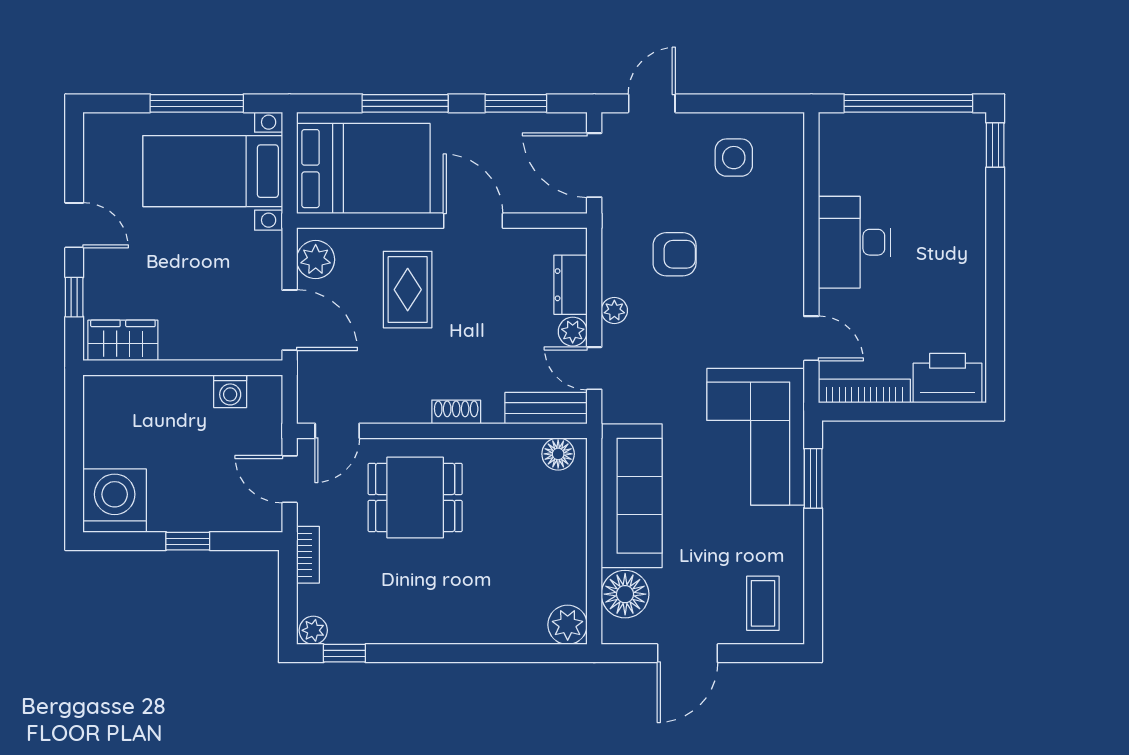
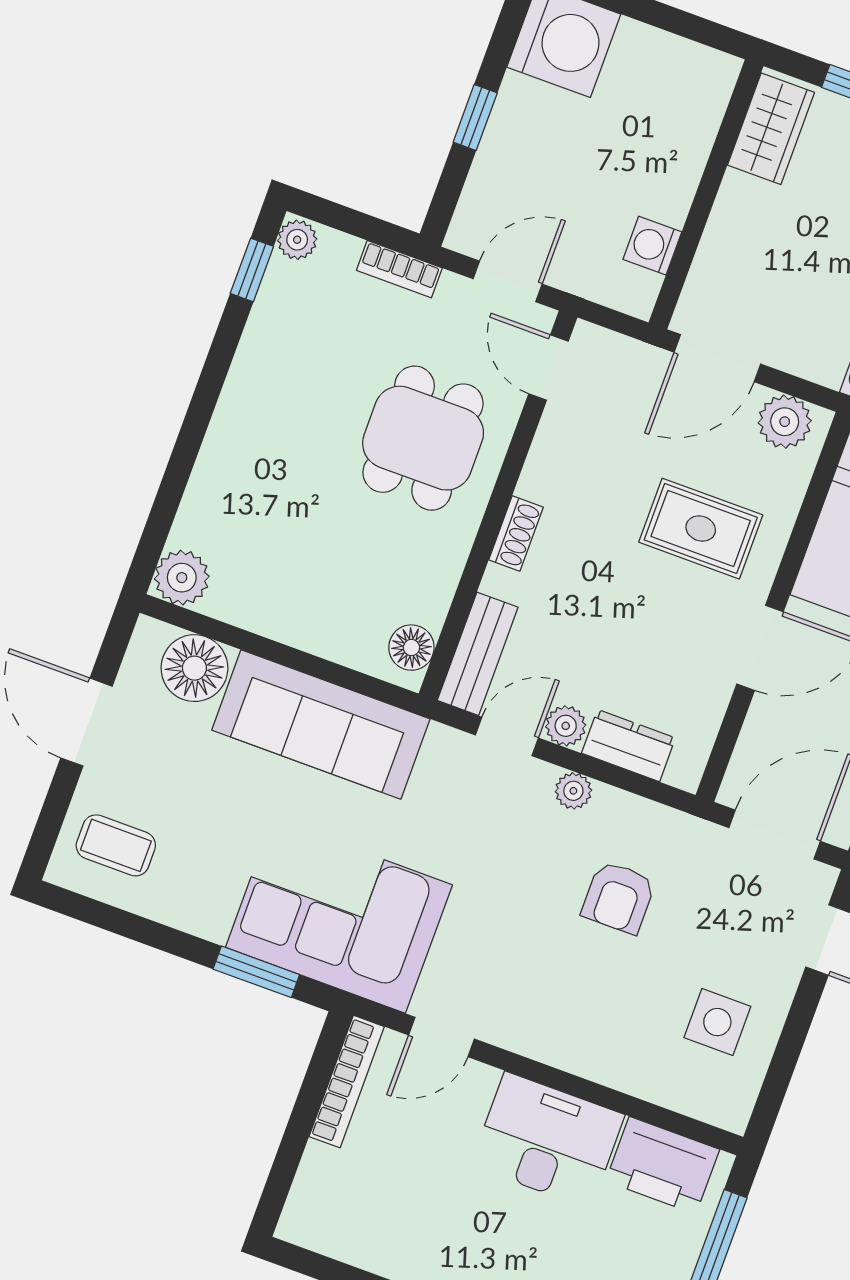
printer: (948, 378) -> (663, 1165), moved, turned 90

